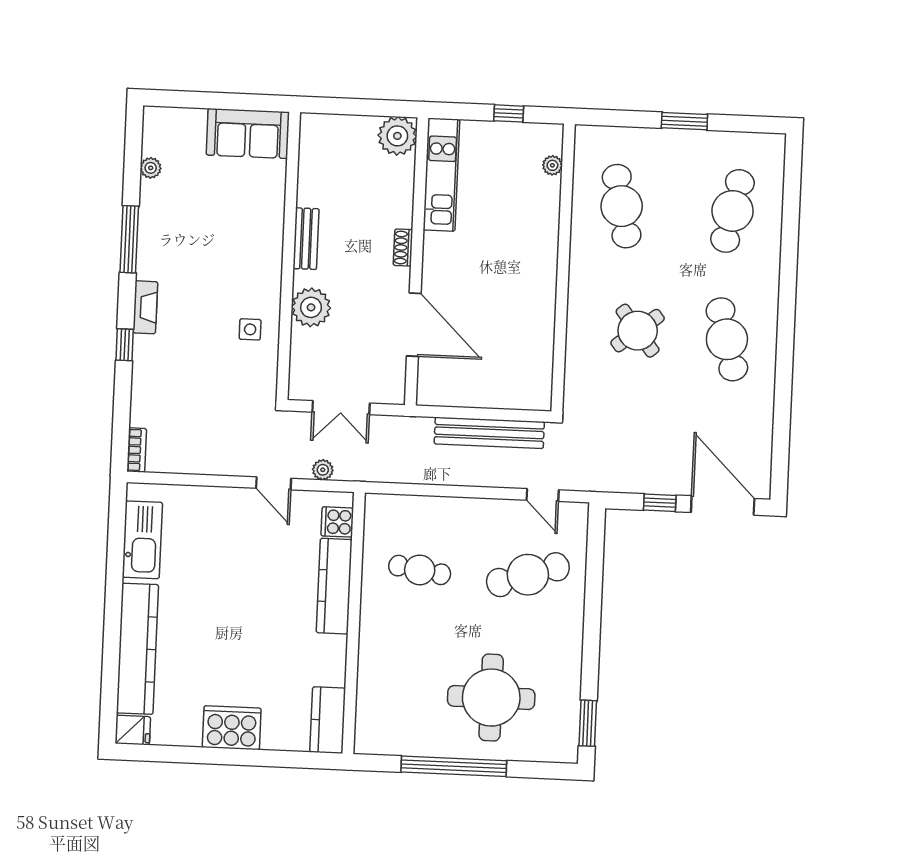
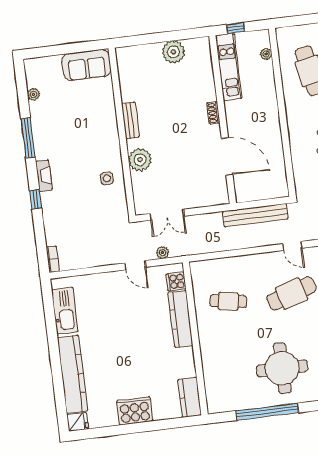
kitchen unit: (441, 175) -> (229, 67), moved
shoe rack: (403, 248) -> (213, 113), moved
wall: (417, 261) -> (223, 120), moved
door: (414, 325) -> (227, 157), moved

